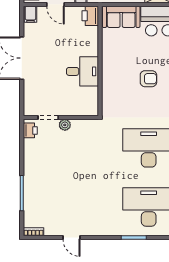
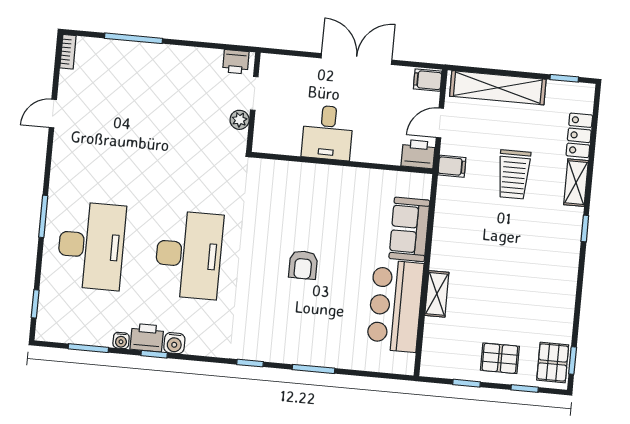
printer: (90, 16) -> (418, 154), moved
wall: (100, 61) -> (342, 163), moved
desk: (82, 71) -> (327, 133), moved

